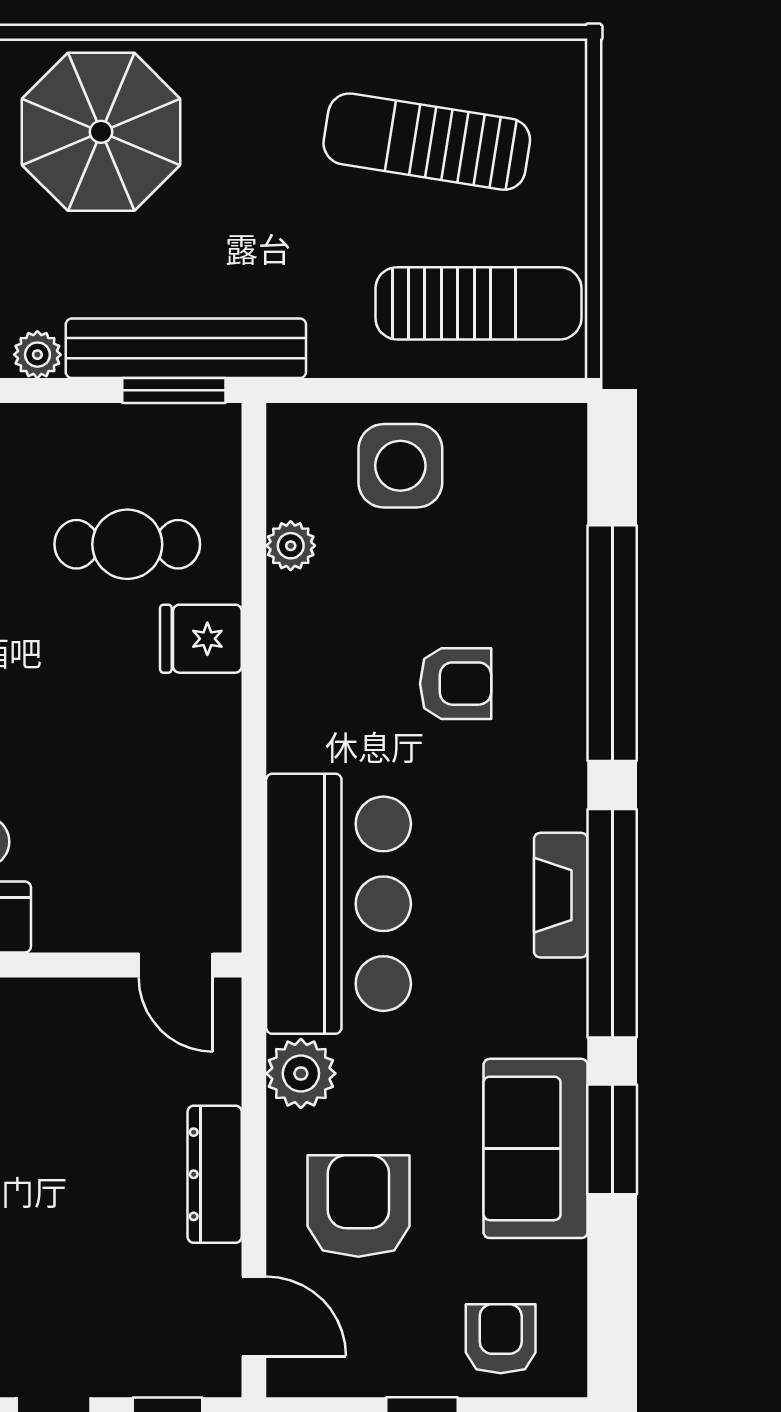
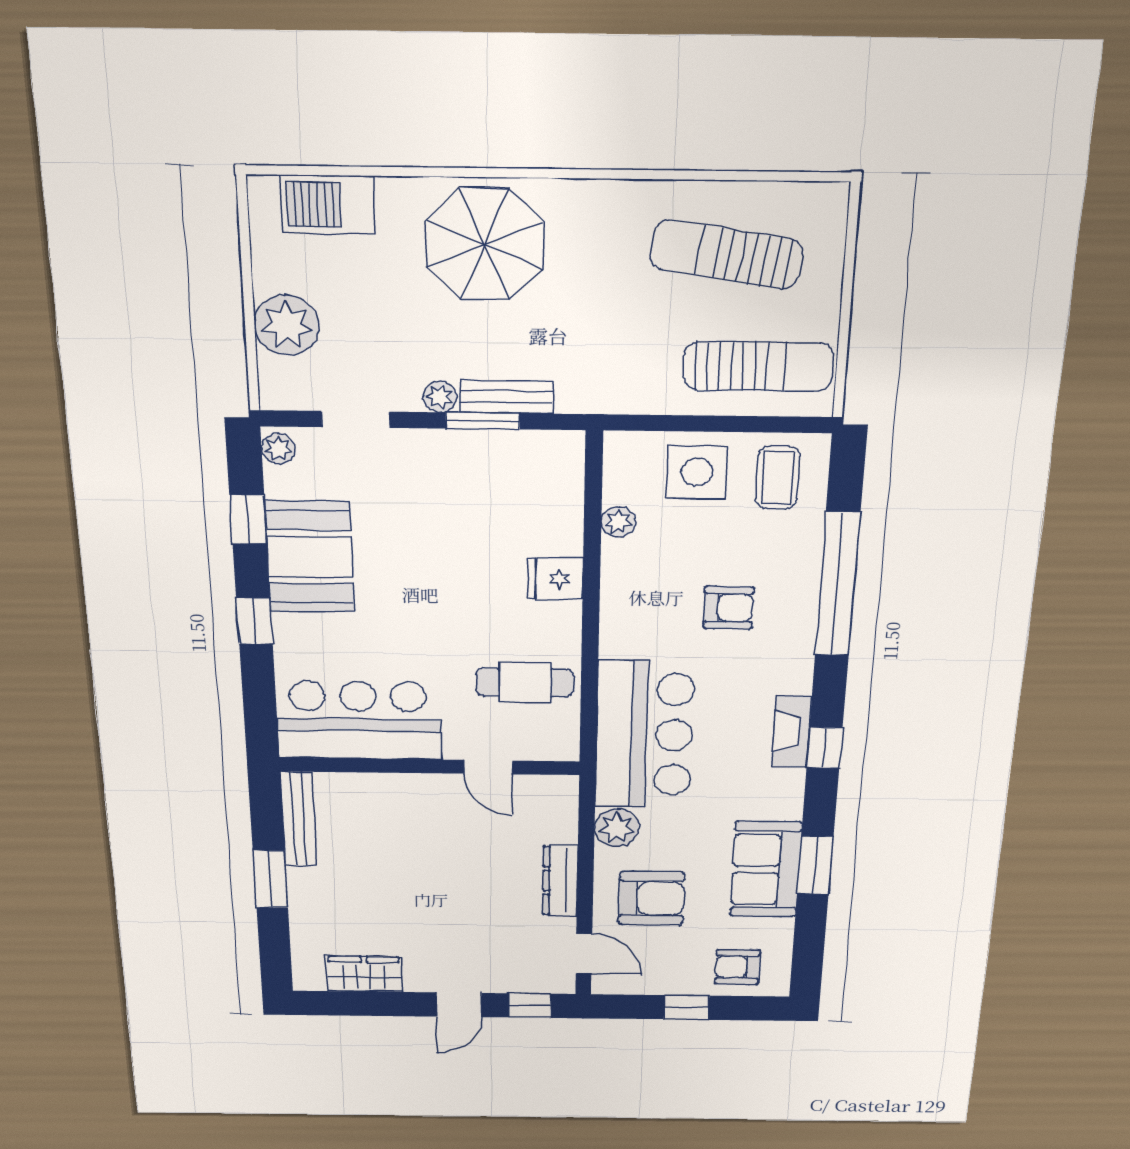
bench: (186, 348) -> (506, 397), width x0.54, depth x0.82
window: (174, 390) -> (483, 421), moved
coffee table: (515, 472) -> (778, 477), added
cafe table: (127, 544) -> (525, 682), moved
window: (612, 923) -> (824, 748), width x0.32
door: (176, 965) -> (488, 767), moved
armchair: (358, 1206) -> (651, 898), turned 90
armchair: (501, 1339) -> (737, 967), turned -90

